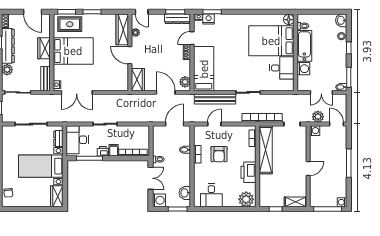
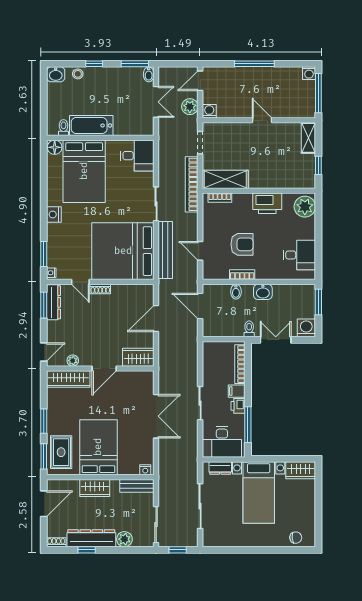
nightstand: (209, 19) -> (54, 215), moved
desk: (282, 68) -> (137, 156), moved, turned 90
bed: (204, 69) -> (123, 251), width x2.04
washing machine: (303, 69) -> (123, 127), removed
plant: (185, 82) -> (141, 292), removed
double door: (77, 92) -> (156, 416), moved
shelving: (266, 150) -> (225, 179), width x0.68
washbasin: (185, 193) -> (263, 292), moved

